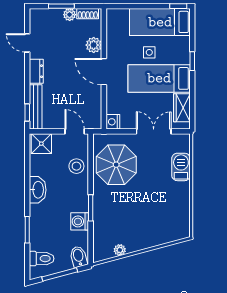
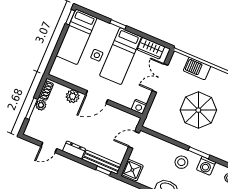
parasol: (116, 165) -> (198, 110), moved
stool: (76, 166) -> (181, 162), moved

